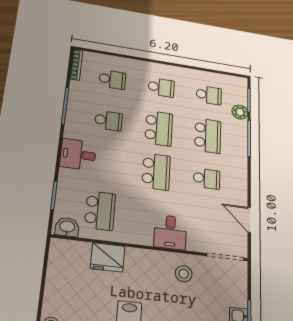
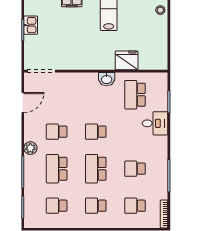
plant: (240, 112) -> (30, 148), moved
desk: (78, 154) -> (155, 123), moved
school desk: (156, 172) -> (96, 132), width x0.54
door: (249, 220) -> (23, 103), hinge flipped
washbasin: (67, 227) -> (107, 79), moved
desk: (170, 232) -> (83, 85), removed
stool: (184, 274) -> (72, 55), removed

